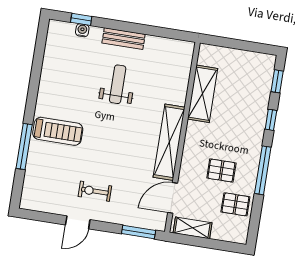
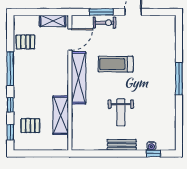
treadmill: (58, 131) -> (116, 64), moved
window: (24, 147) -> (179, 79), moved
pallet: (221, 170) -> (30, 126), moved
exercise bike: (95, 191) -> (104, 23), moved
window: (139, 232) -> (101, 12), moved

